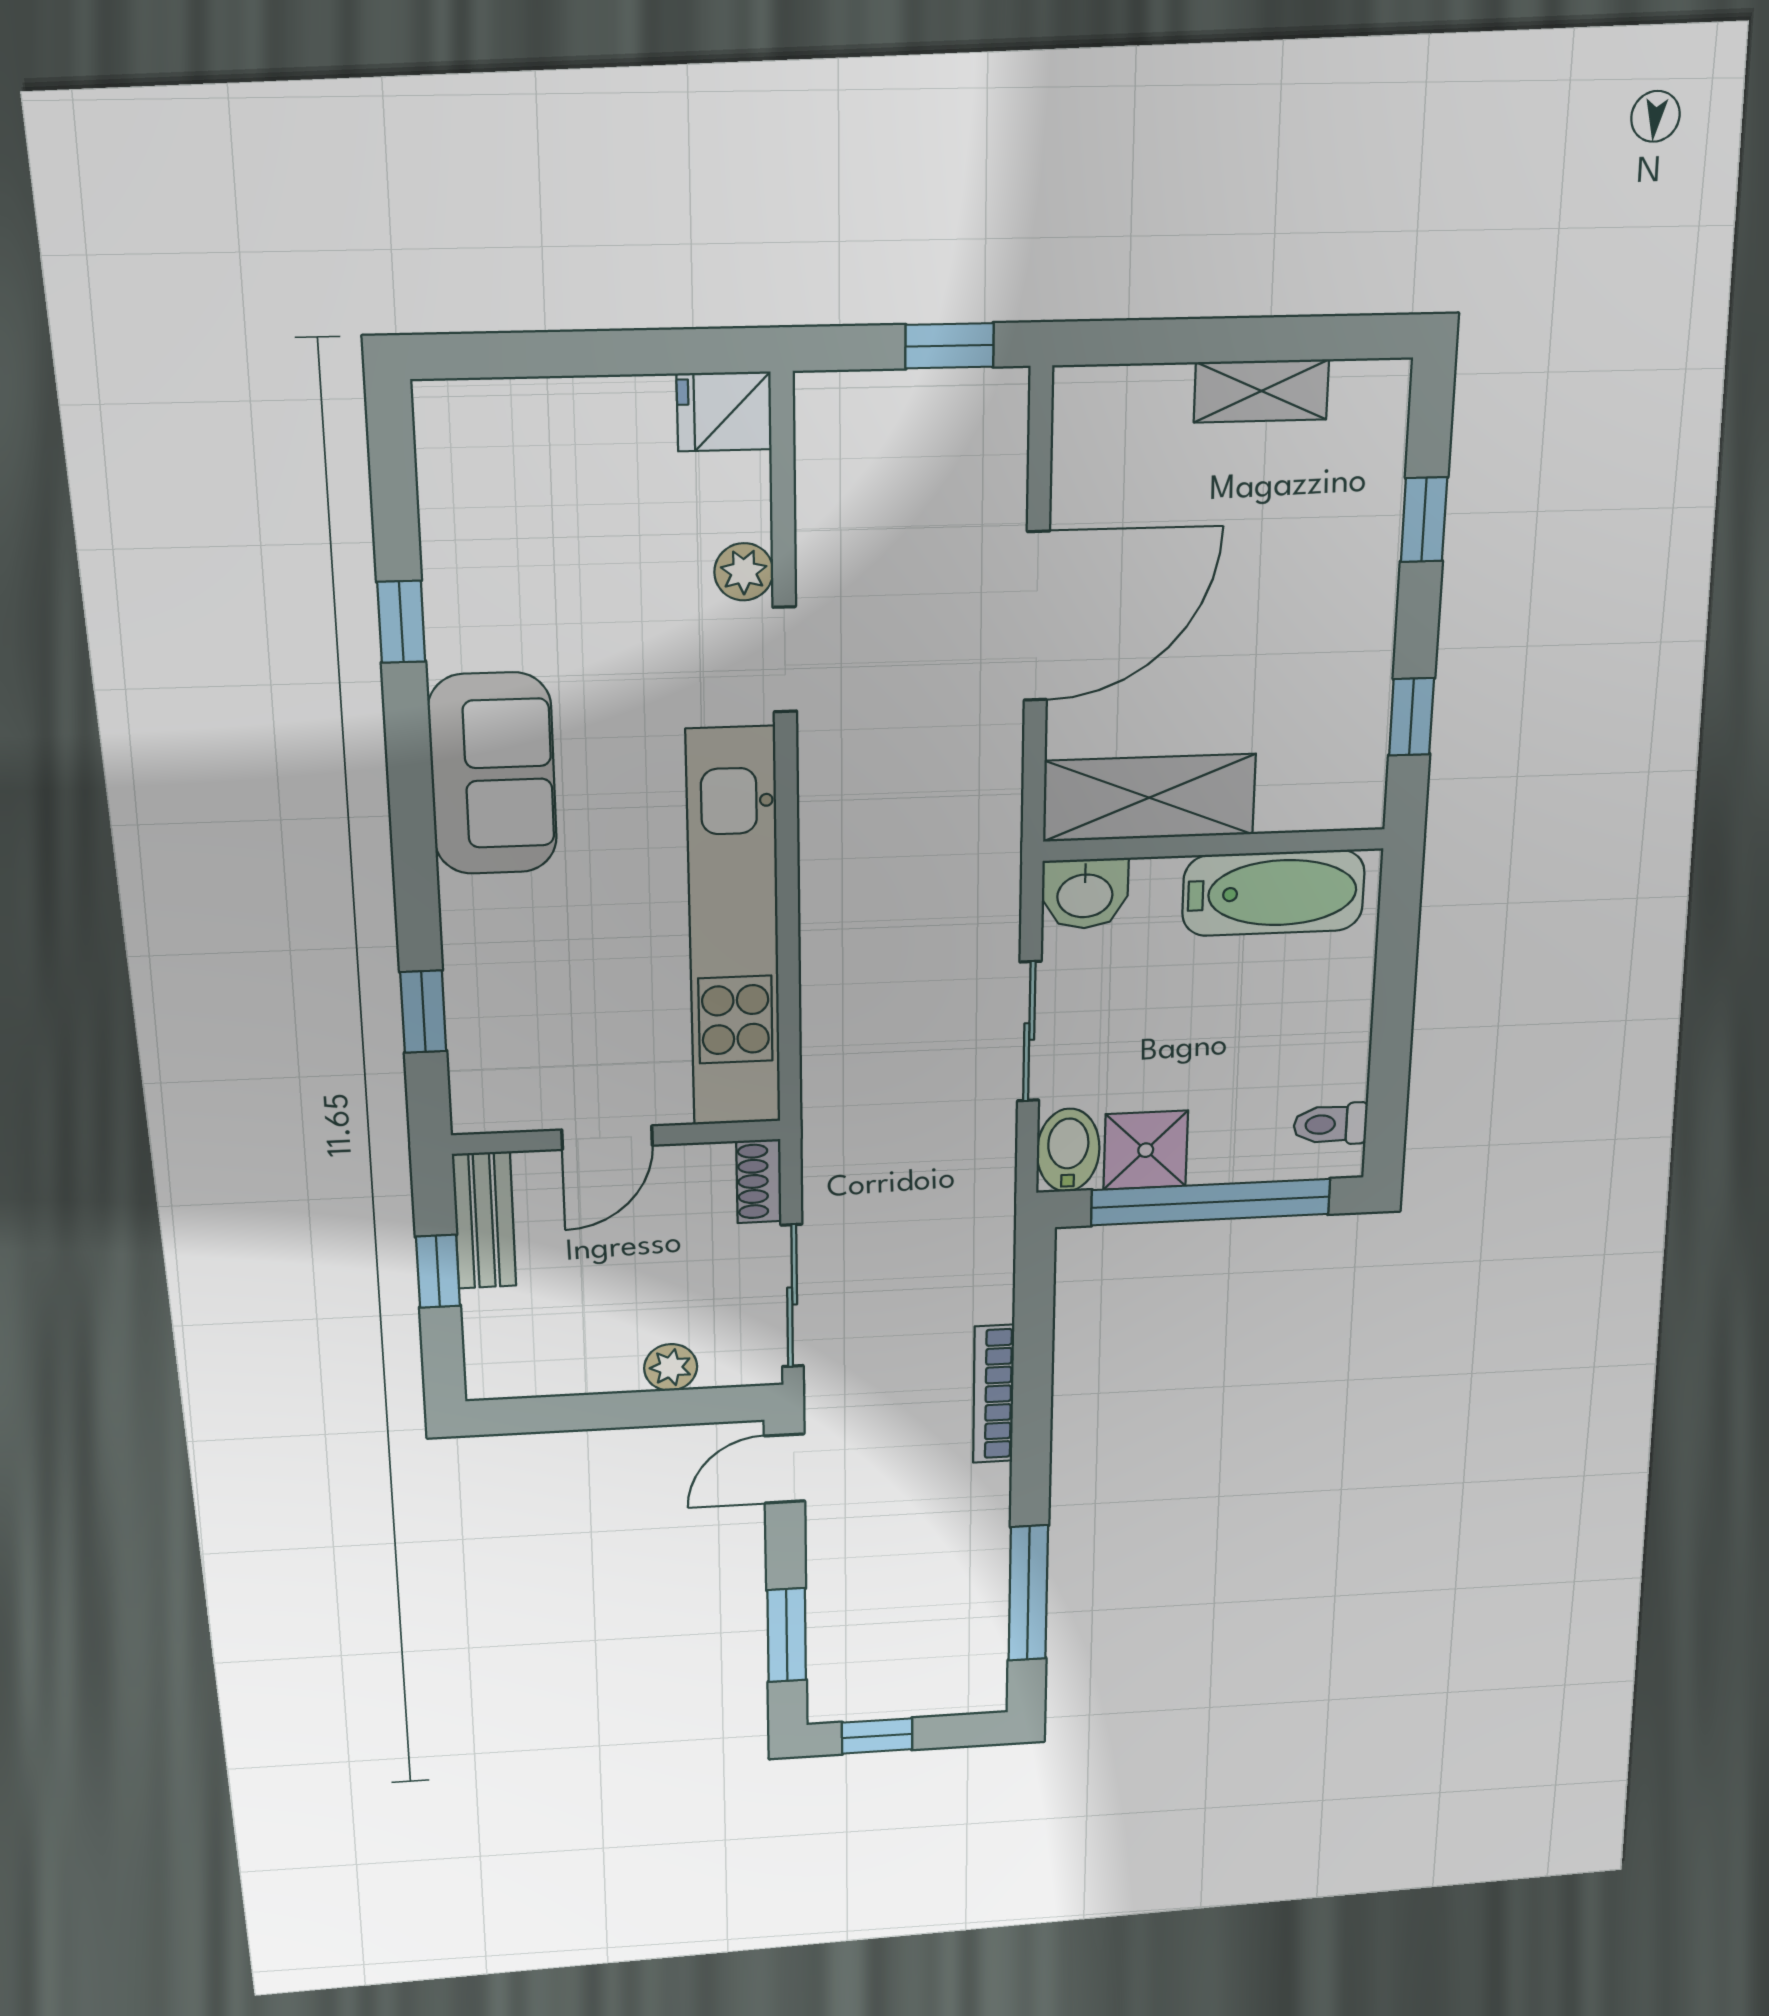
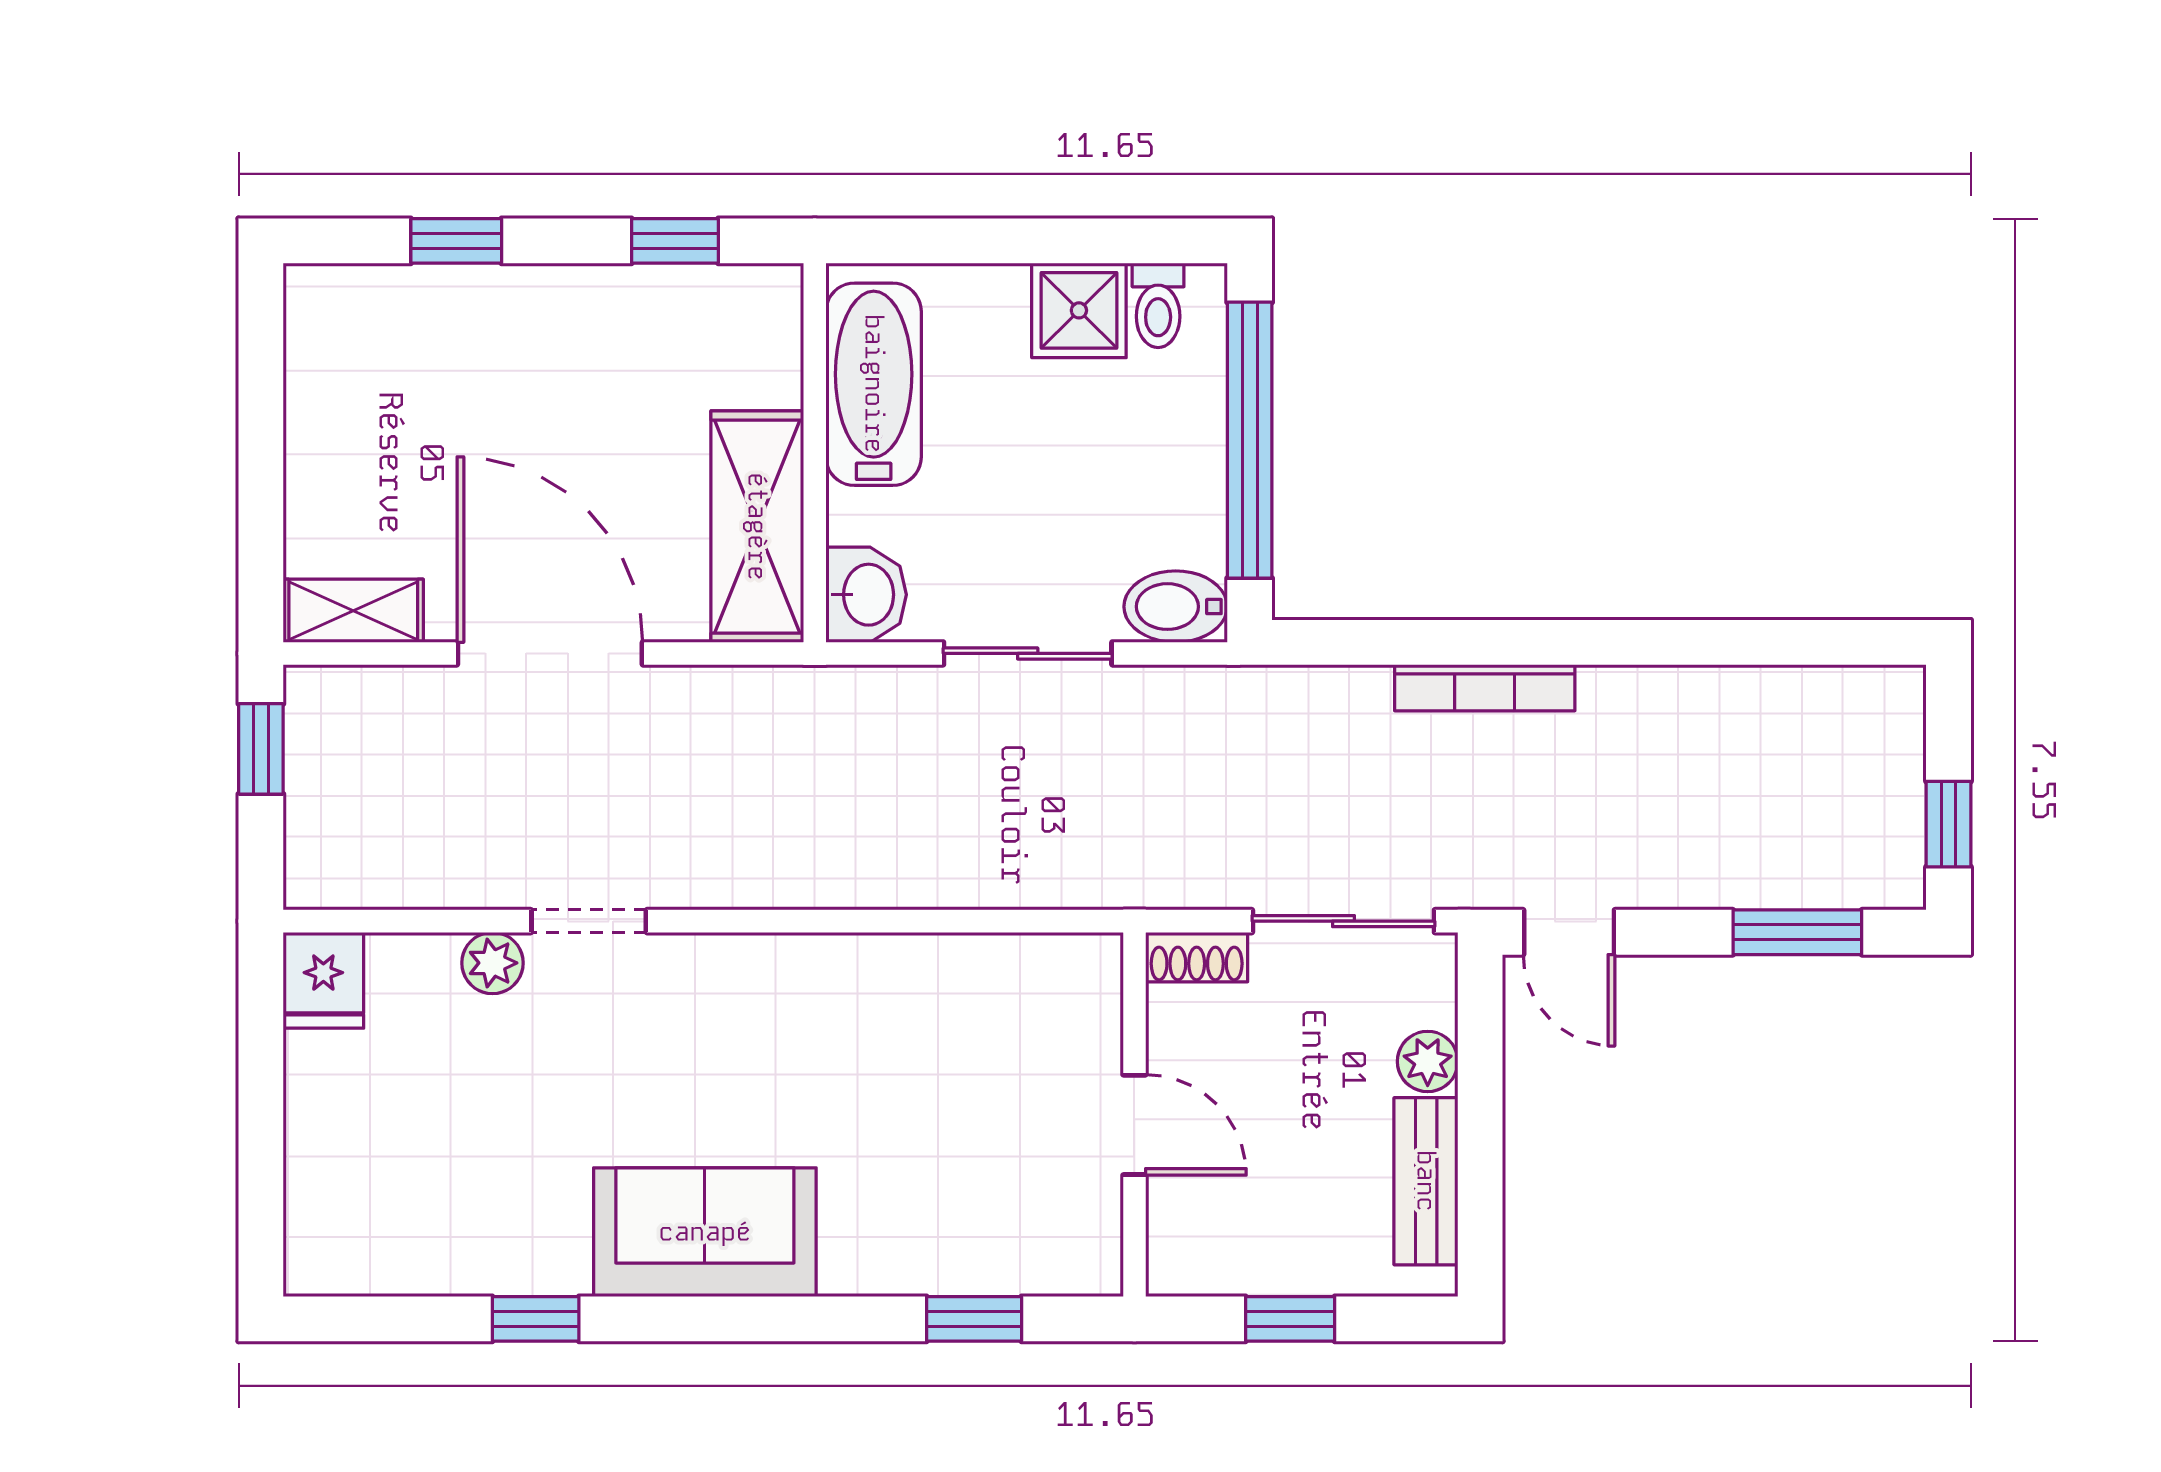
shelving: (1261, 391) -> (353, 611), moved, turned 90
kitchen unit: (734, 930) -> (892, 980), removed
shower: (1146, 1150) -> (1079, 310), moved
bench: (484, 1220) -> (1426, 1181), moved, turned 90
window: (1028, 1593) -> (1759, 642), removed

